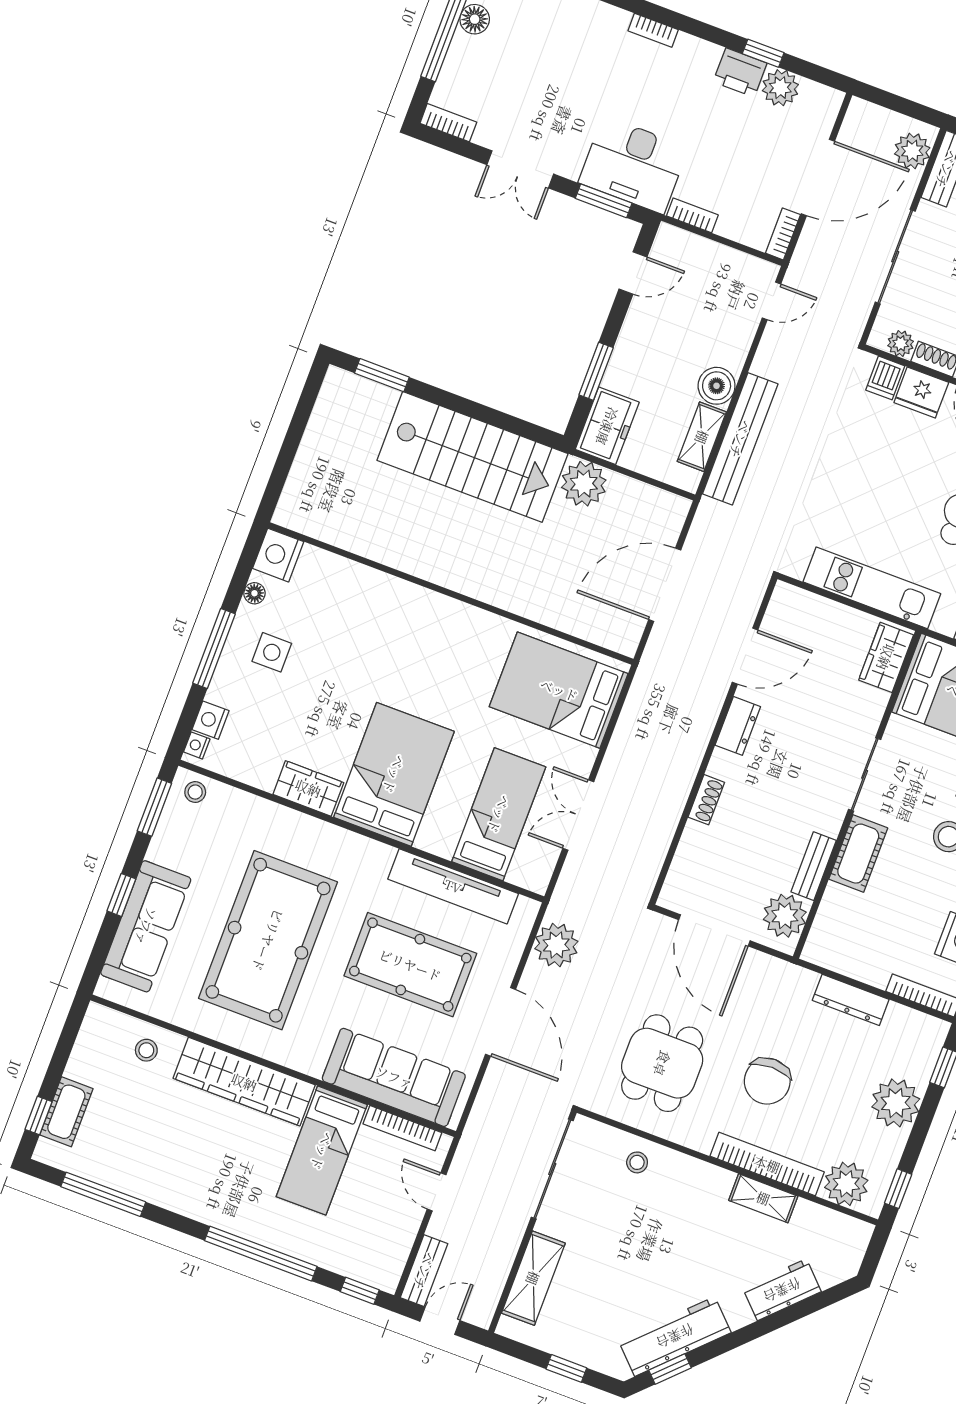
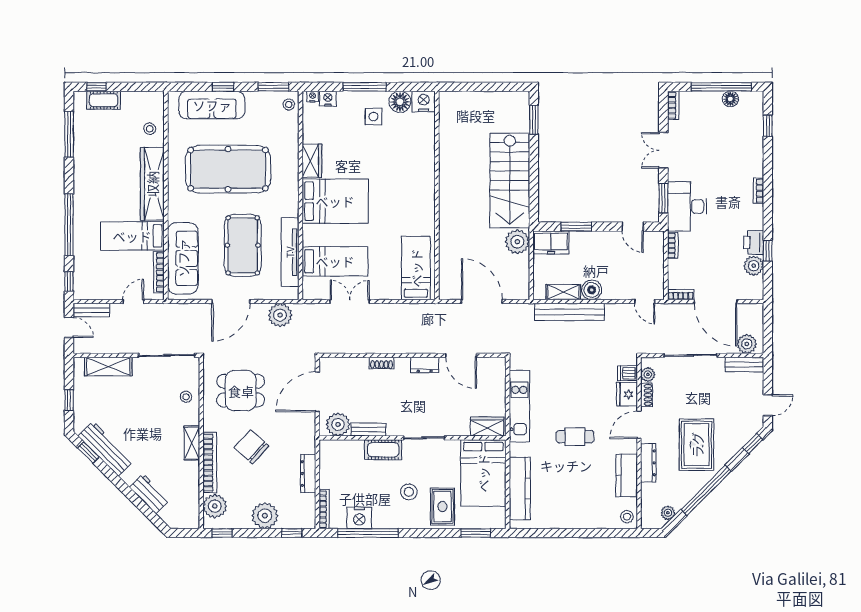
floor lamp: (254, 593) -> (400, 102), width x1.89, depth x1.89
bed: (559, 690) -> (416, 268), width x0.67
chair: (767, 1081) -> (252, 447), turned 42
shelving: (763, 1198) -> (192, 443), moved

